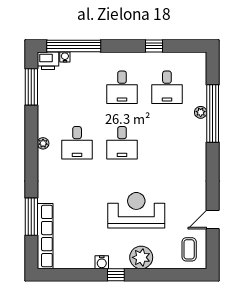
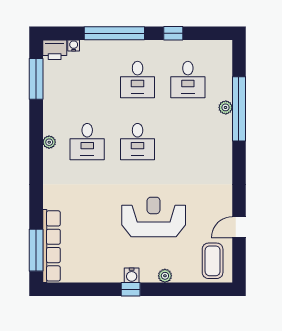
window: (74, 46) -> (114, 33), moved
window: (31, 217) -> (36, 250), moved
coffee table: (189, 249) -> (213, 261), width x1.36, depth x1.30
plant: (141, 257) -> (165, 276), width x0.53, depth x0.53
water cooler: (102, 262) -> (132, 275), moved

